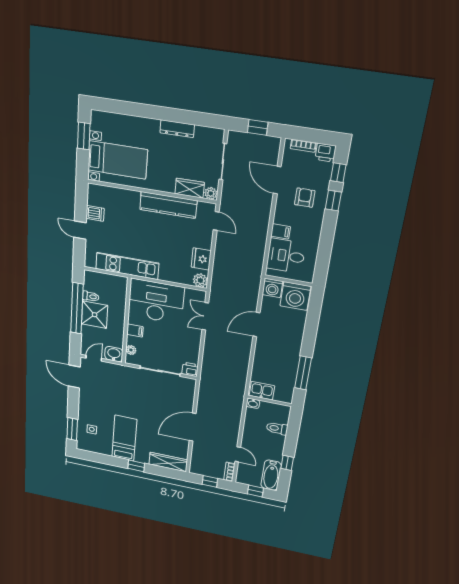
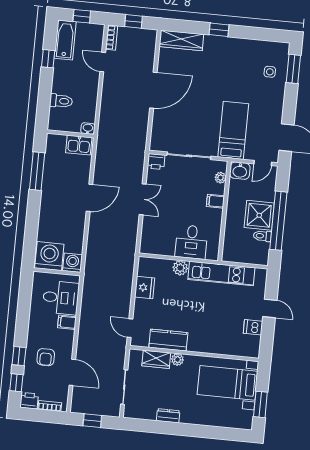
dresser: (177, 129) -> (168, 416), width x0.70
plant: (211, 193) -> (177, 360), moved
kitchen counter: (168, 205) -> (168, 340), width x0.67
plant: (200, 280) -> (180, 268), moved
desk: (156, 301) -> (191, 242), width x0.53, depth x0.77
double door: (205, 316) -> (143, 199), moved
door: (256, 325) -> (89, 198), moved
bed: (124, 438) -> (233, 130), moved, turned 180

